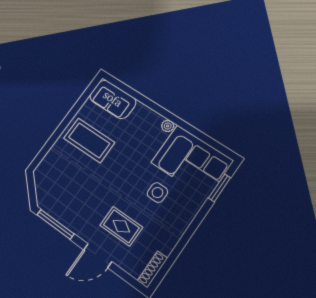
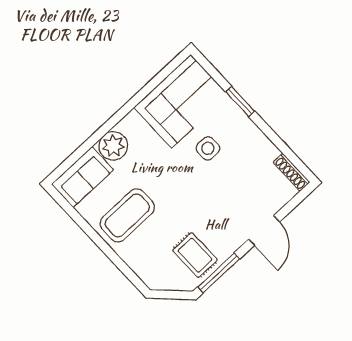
plant: (168, 126) -> (113, 146), moved, width x1.87, depth x1.87
window: (220, 188) -> (240, 101), moved
rug: (121, 226) -> (195, 255), moved, turned 90

